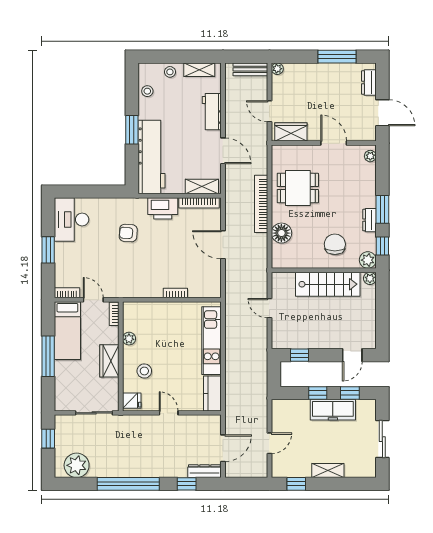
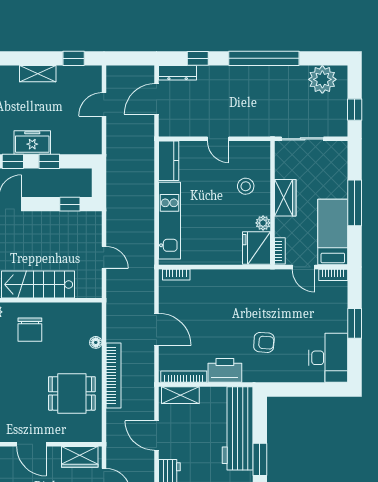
floor lamp: (281, 233) -> (96, 342), width x0.53, depth x0.53
bookcase: (175, 293) -> (176, 275), moved
fridge: (132, 401) -> (256, 248), moved, width x1.88, depth x1.34
freezer: (333, 410) -> (32, 142), width x0.71

